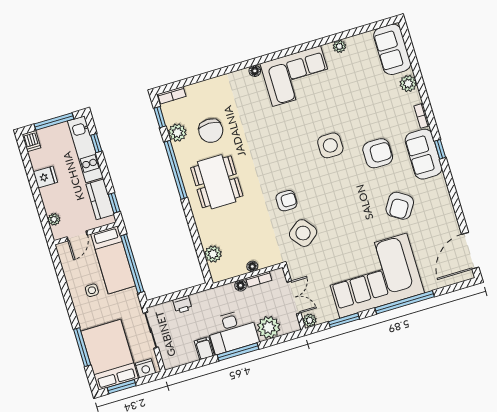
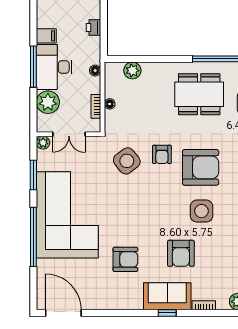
armchair: (288, 159) -> (201, 167), added
armchair: (400, 206) -> (125, 259), turned 148
floor lamp: (241, 285) -> (95, 71), moved

